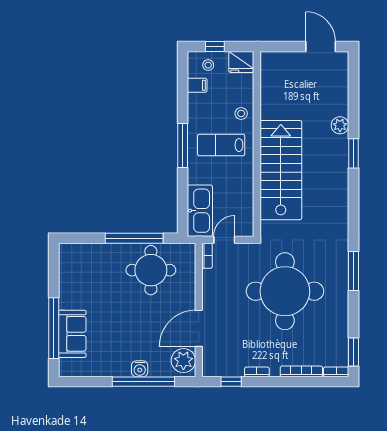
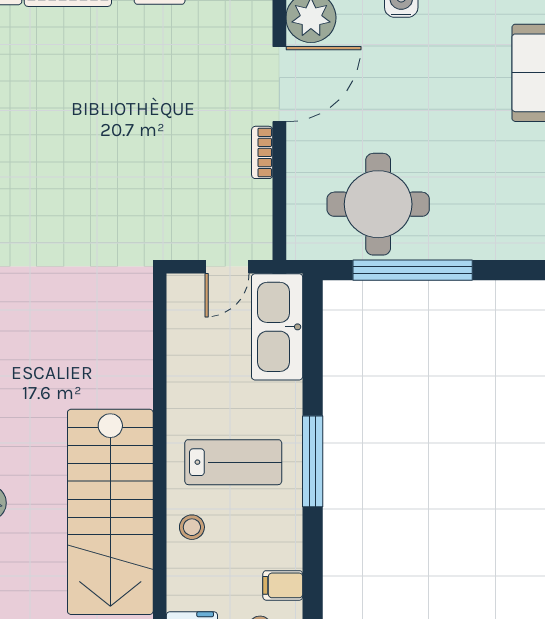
stairs: (281, 170) -> (110, 512), moved
bookcase: (207, 256) -> (262, 152), moved
round table: (285, 291) -> (102, 161), removed

